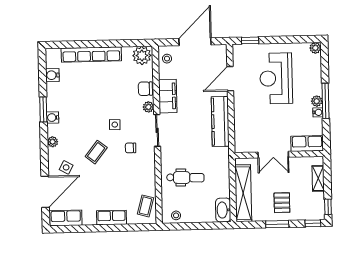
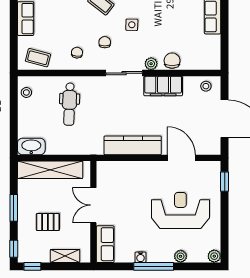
plant: (142, 56) -> (210, 57), removed
plant: (317, 101) -> (181, 256), moved
chair: (140, 172) -> (77, 53), added
pallet: (282, 203) -> (48, 222), moved

